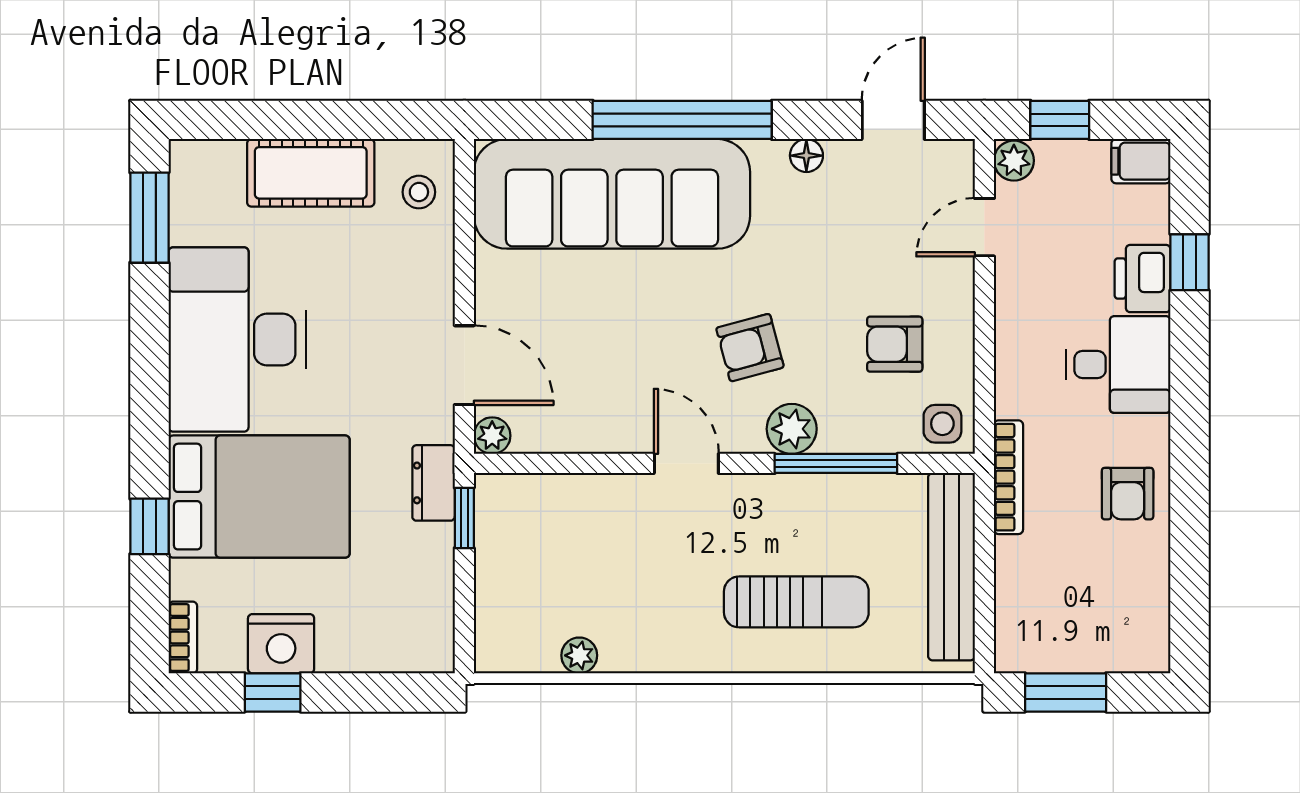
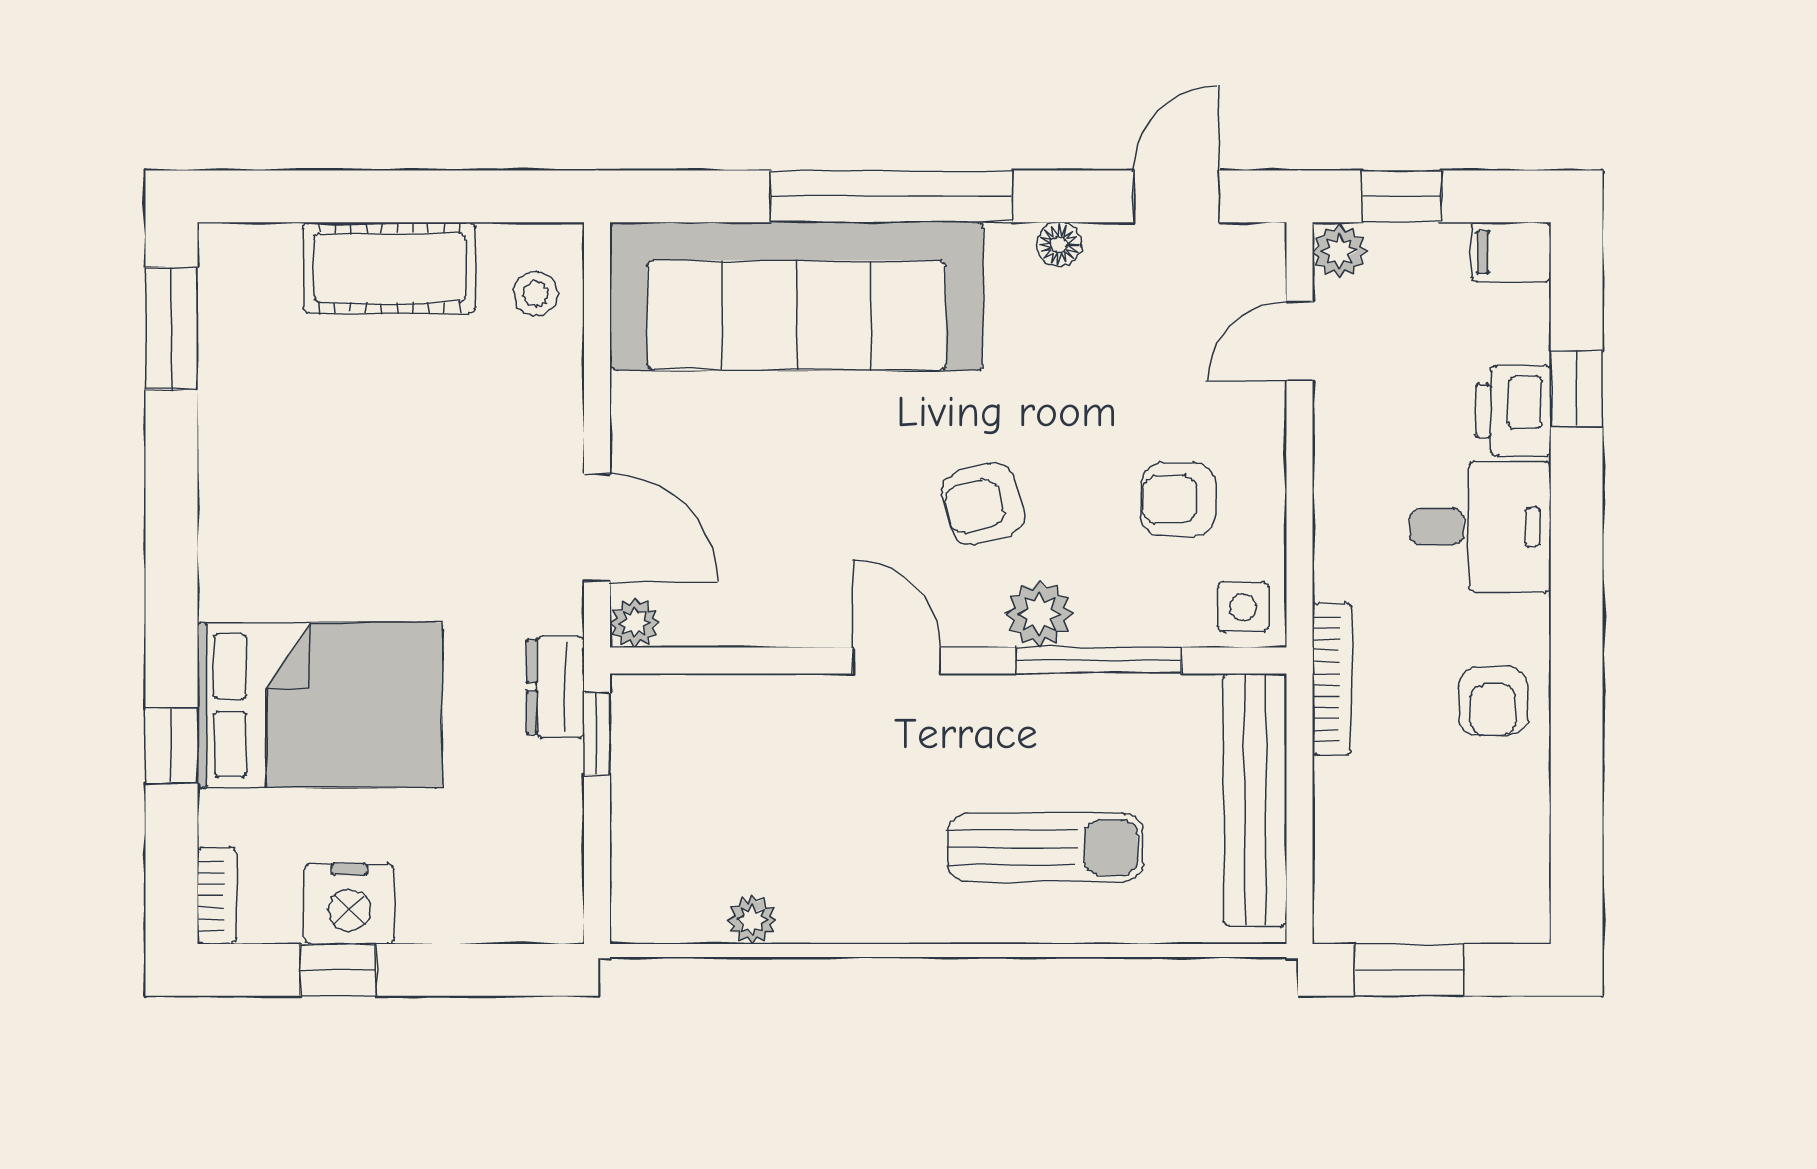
desk: (238, 340) -> (291, 493), removed

